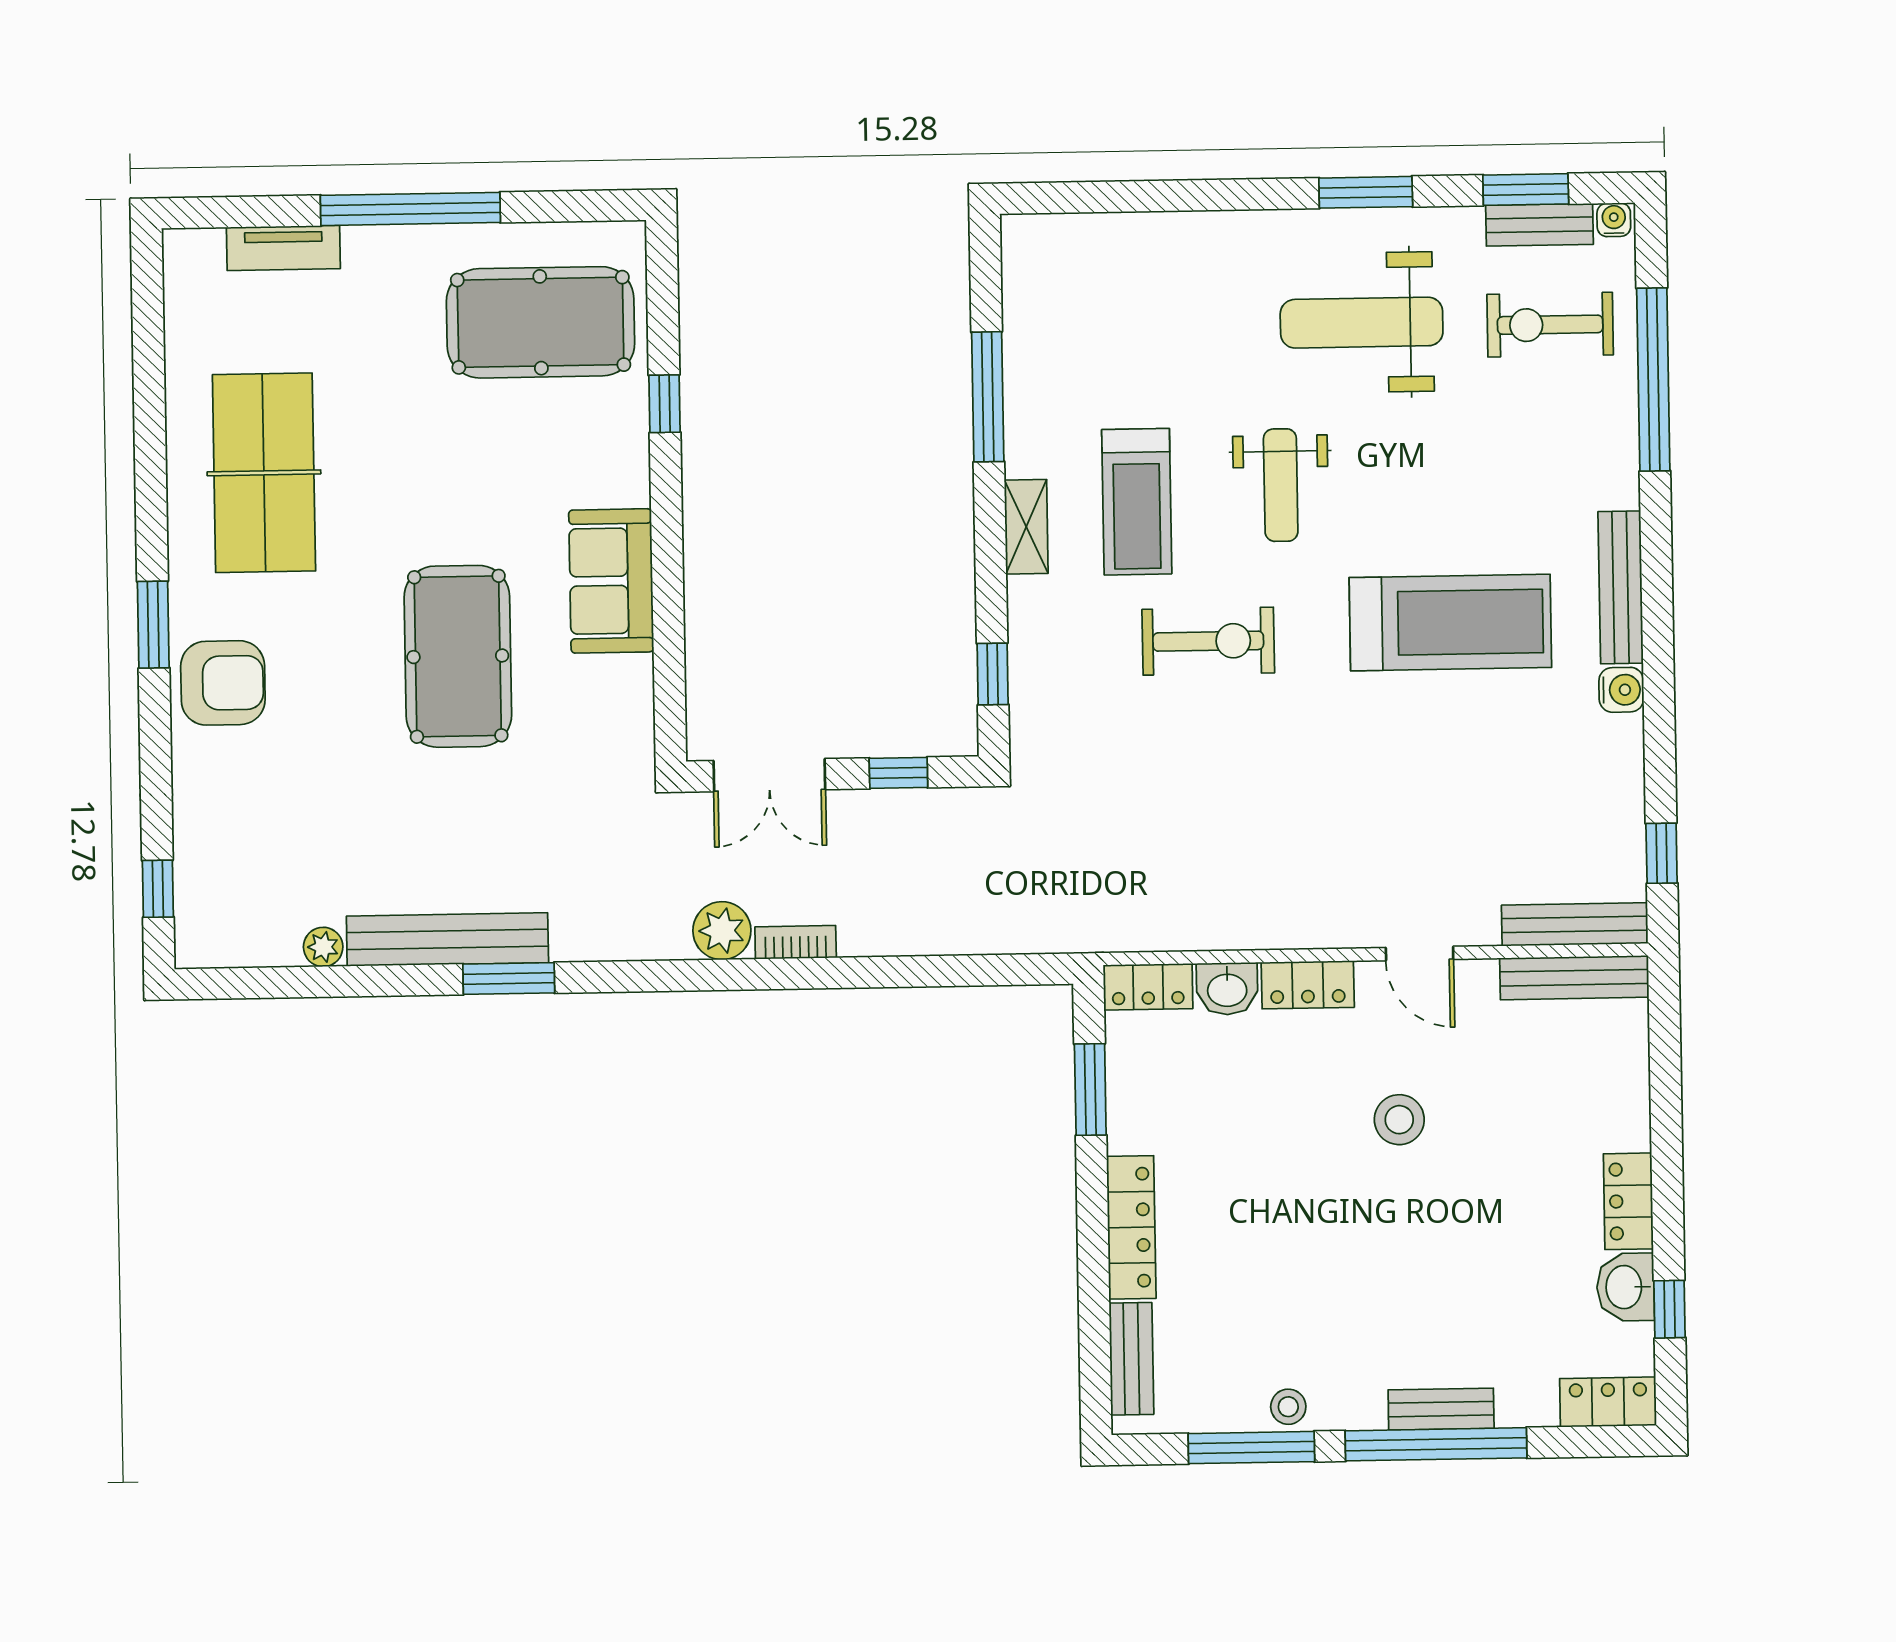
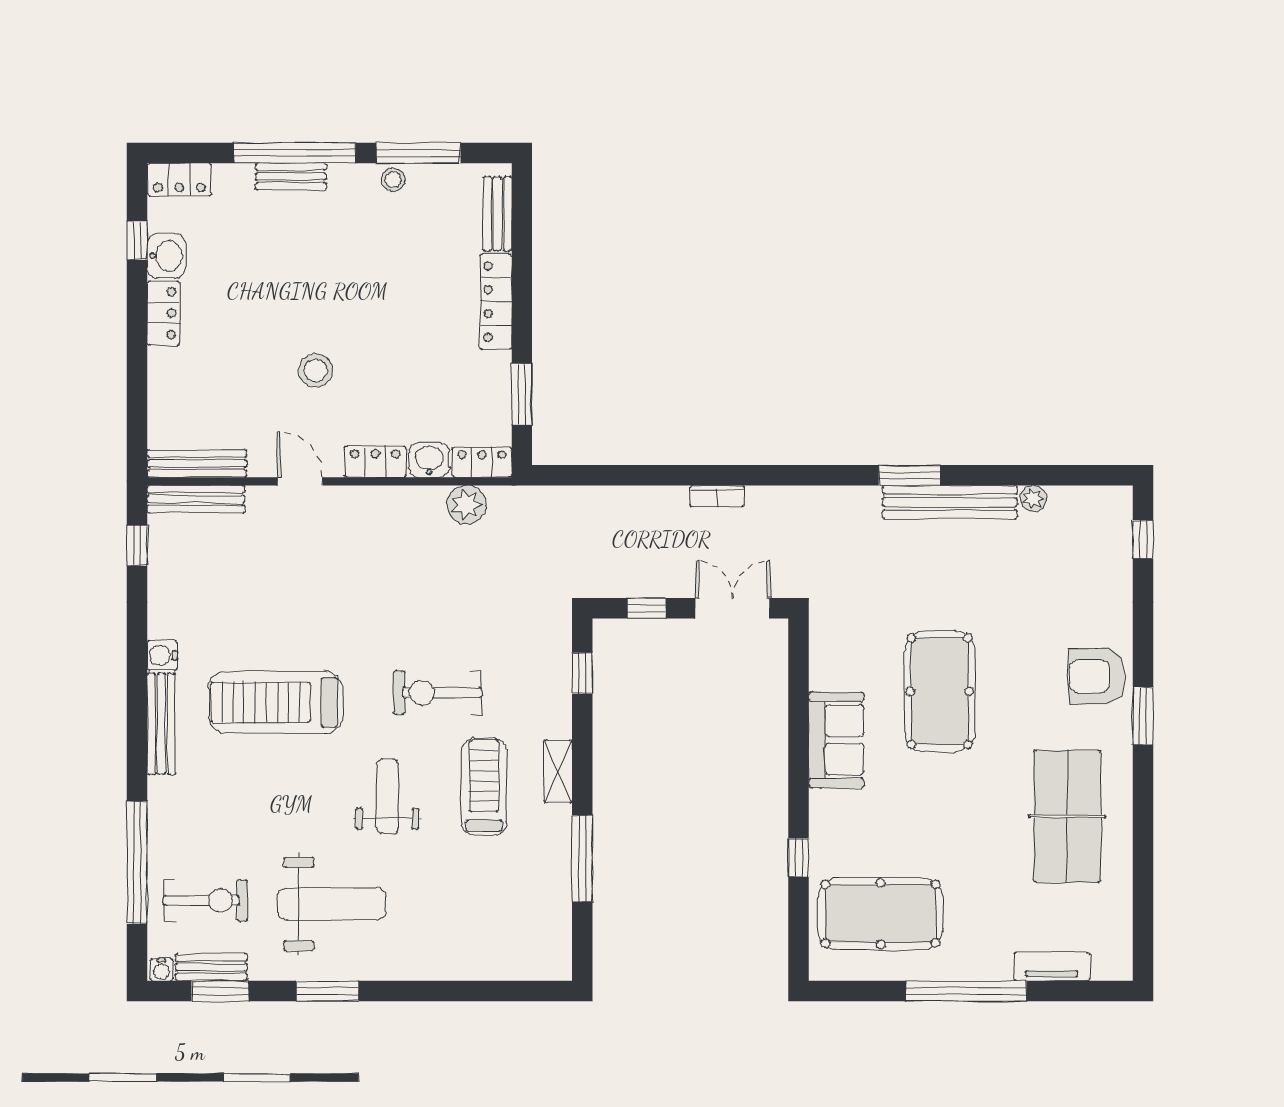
plant: (722, 931) -> (466, 505), moved

